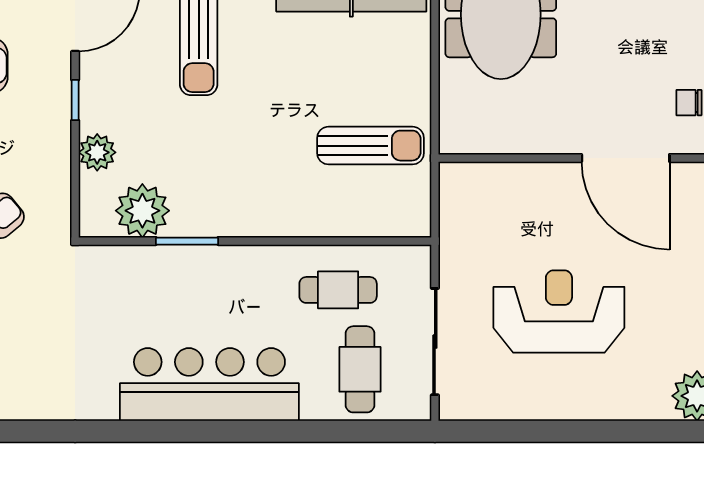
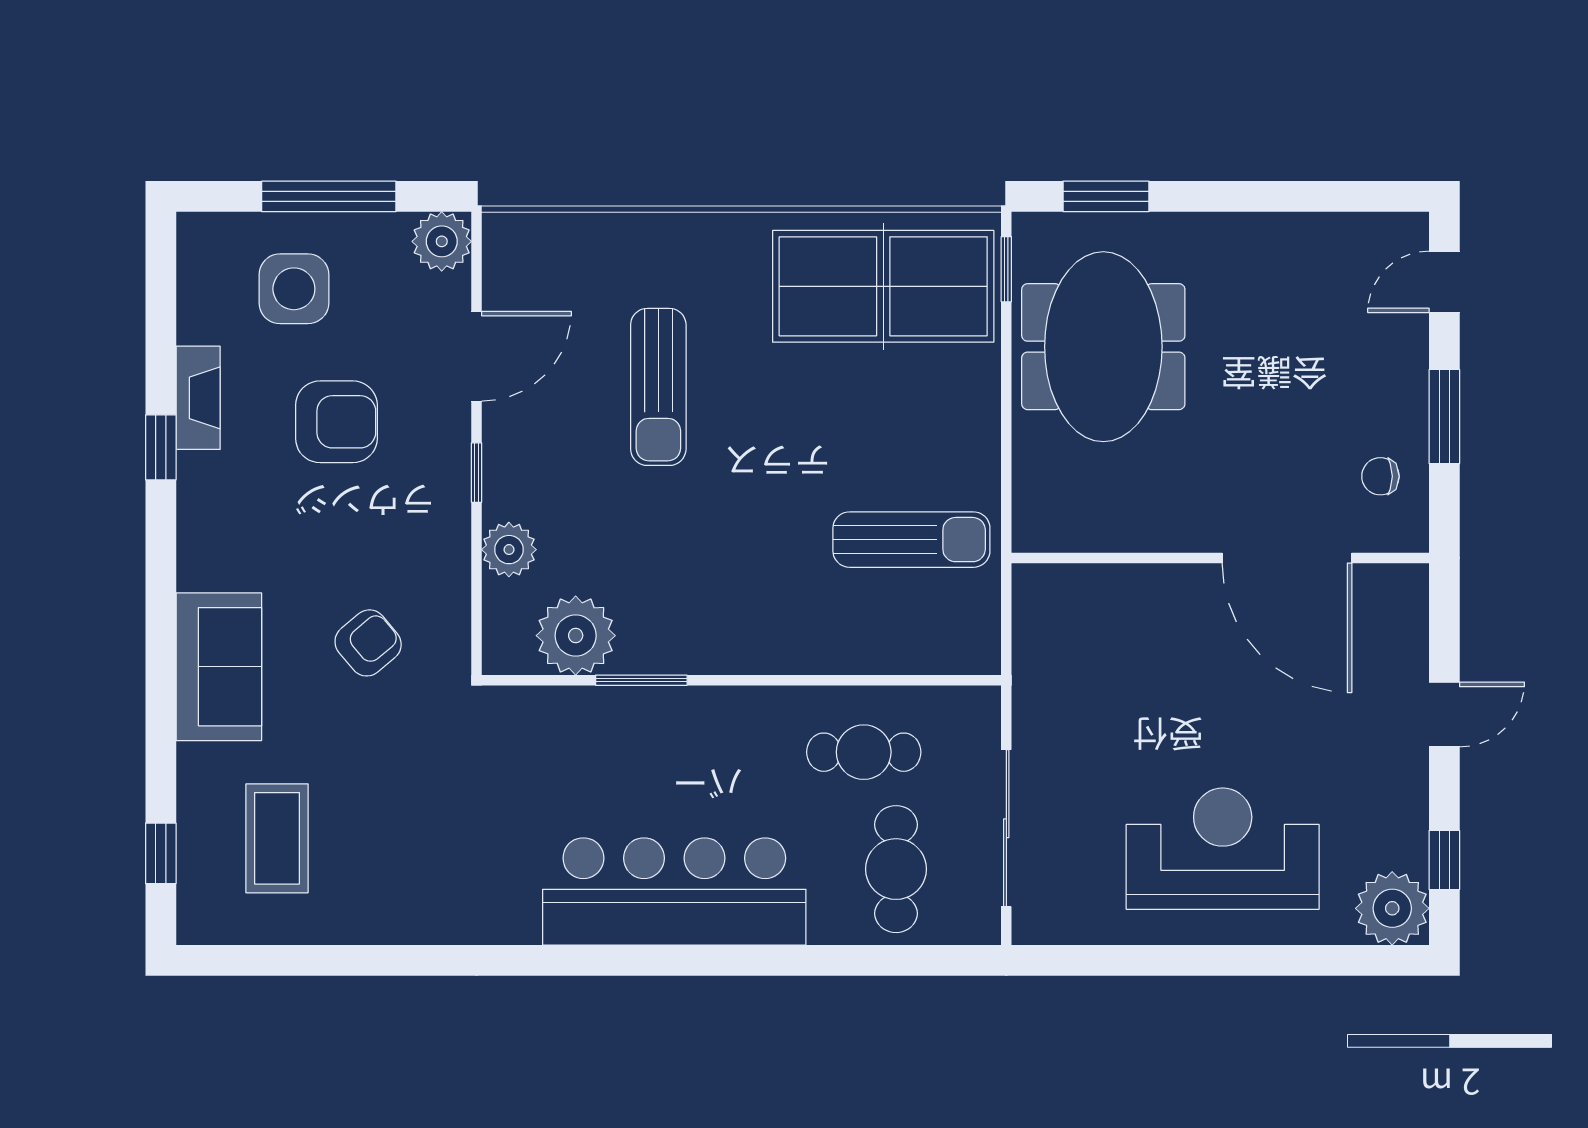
reception desk: (559, 312) -> (1223, 849), moved

